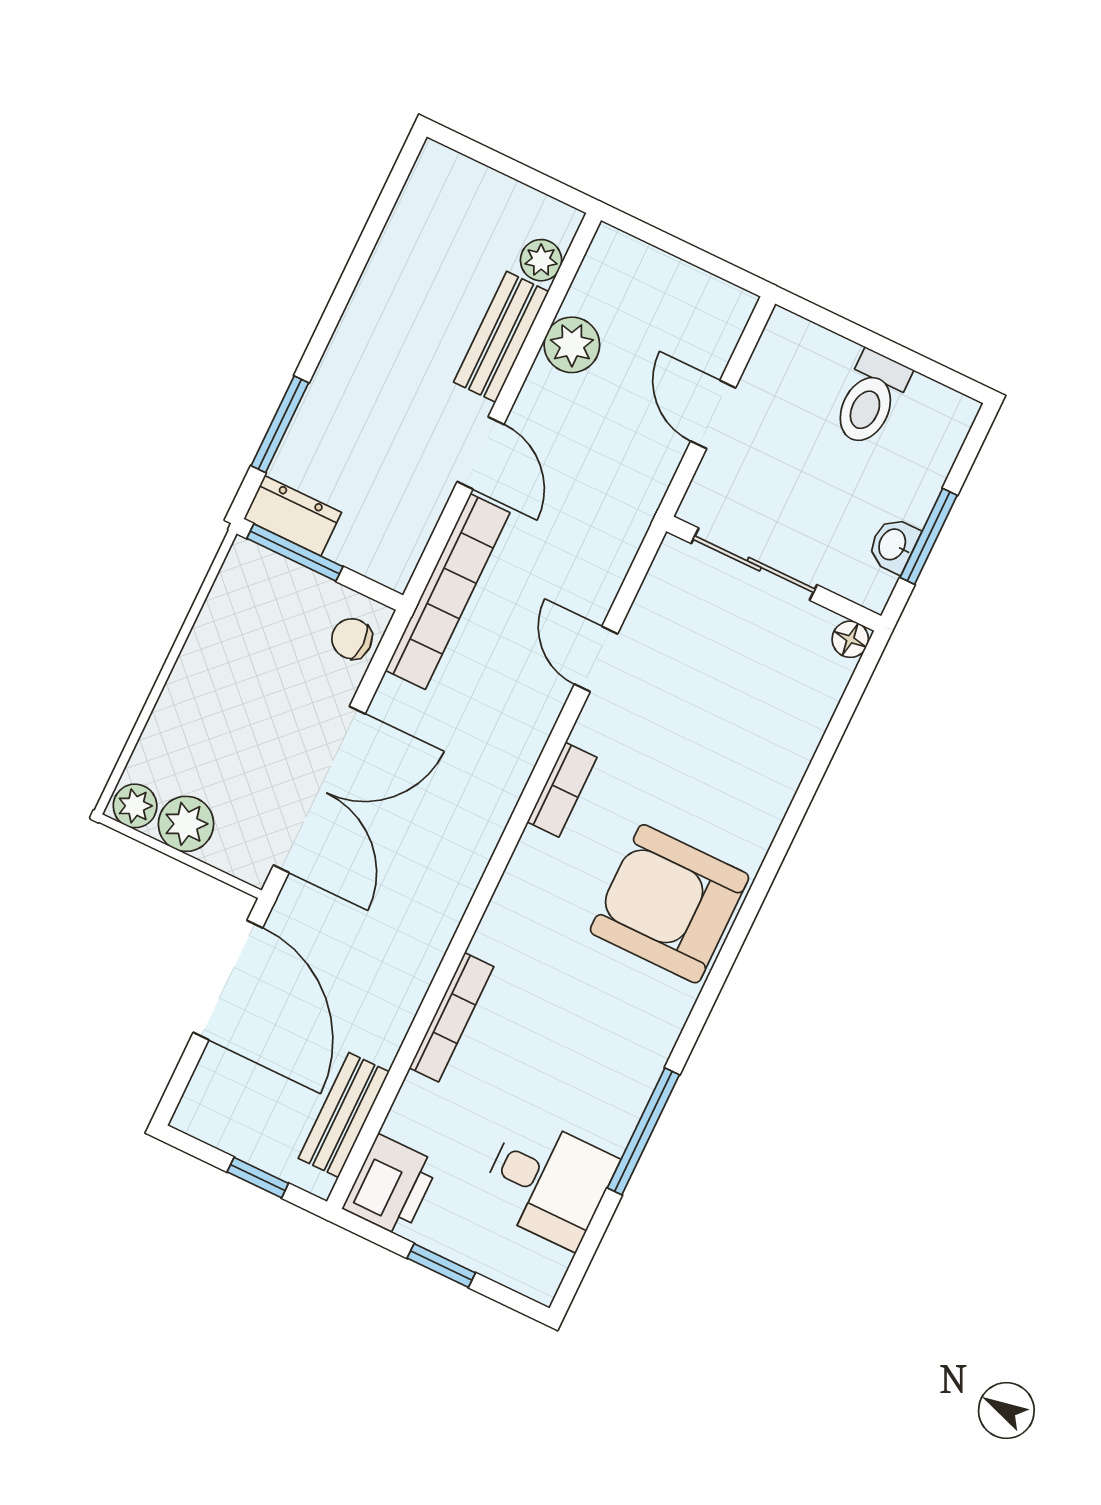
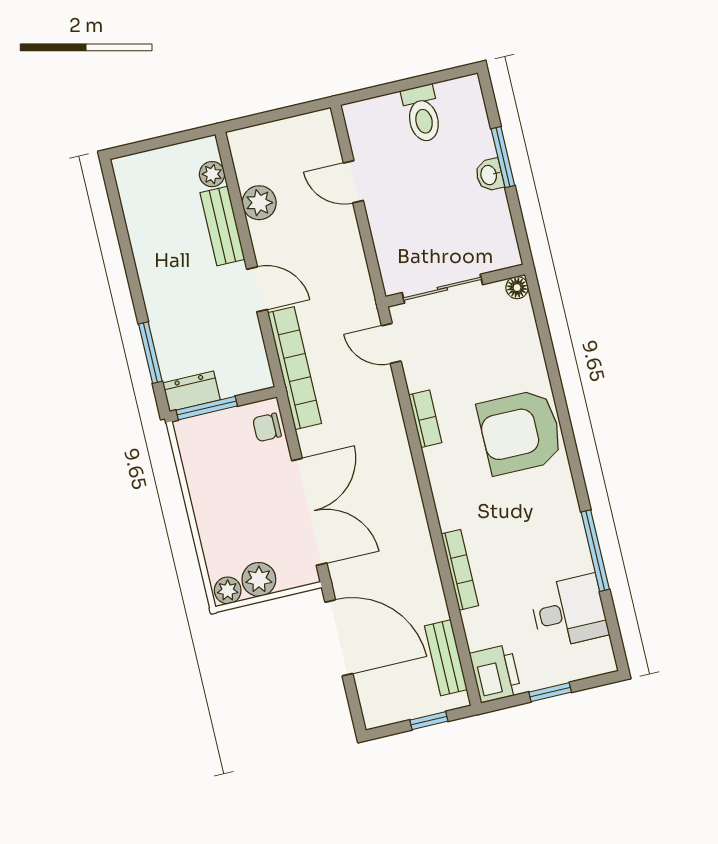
sliding door: (754, 564) -> (442, 289), moved
wall: (774, 574) -> (455, 286), moved
floor lamp: (850, 639) -> (517, 288), moved

